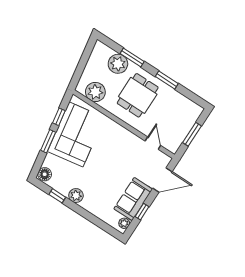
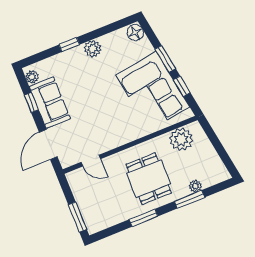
plant: (118, 64) -> (195, 186), width x0.53, depth x0.53
window: (192, 134) -> (78, 217), moved
window: (57, 196) -> (69, 45), moved

